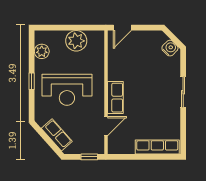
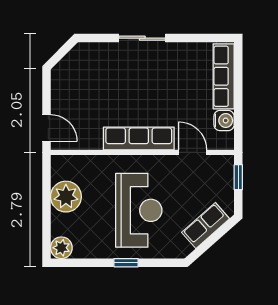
water cooler: (170, 48) -> (224, 121), moved, turned 135
plant: (42, 51) -> (61, 248), moved
row of seats: (115, 98) -> (139, 139), width x1.48

